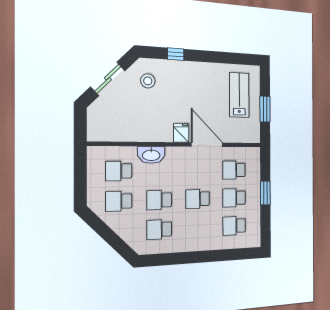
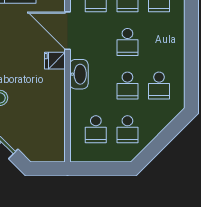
door: (207, 145) -> (67, 31), hinge flipped
washbasin: (151, 155) -> (79, 74), moved

